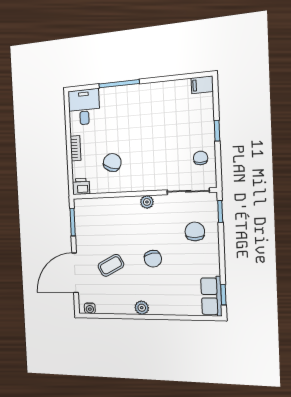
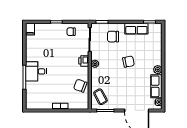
desk: (84, 107) -> (36, 71), moved
chair: (112, 162) -> (80, 86), moved
printer: (81, 186) -> (84, 61), moved
coffee table: (111, 265) -> (100, 97), moved
row of seats: (211, 296) -> (136, 29), moved
row of seats: (115, 305) -> (156, 86), added

